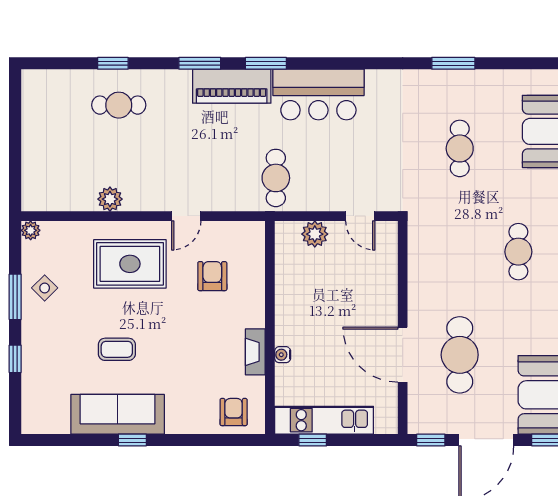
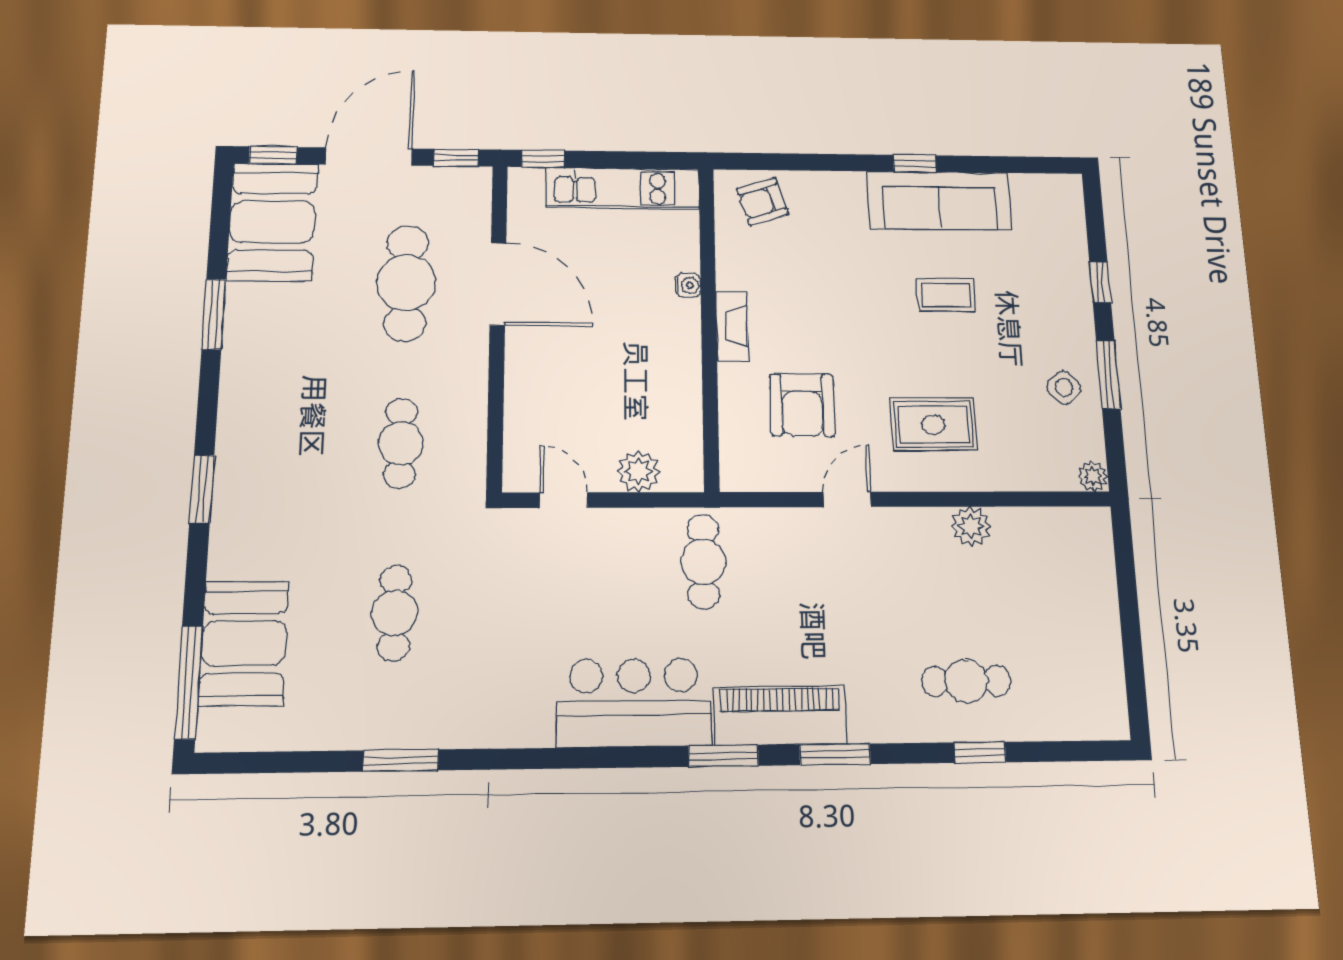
cafe table: (518, 252) -> (401, 443), moved
rug: (130, 264) -> (933, 424), width x0.73, depth x0.70
armchair: (212, 276) -> (802, 405), width x1.38, depth x1.38
fireplace: (255, 352) -> (732, 326), moved
armchair: (234, 412) -> (762, 202), turned 72
window: (313, 440) -> (543, 159), moved

